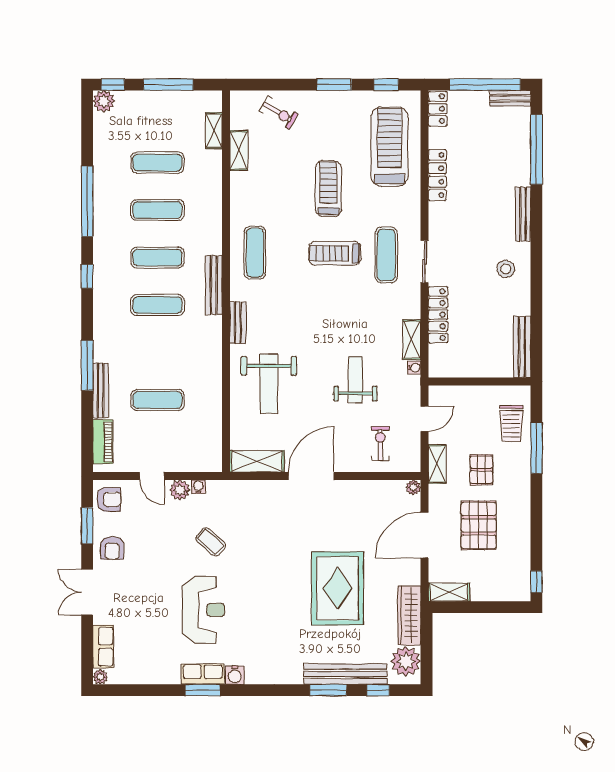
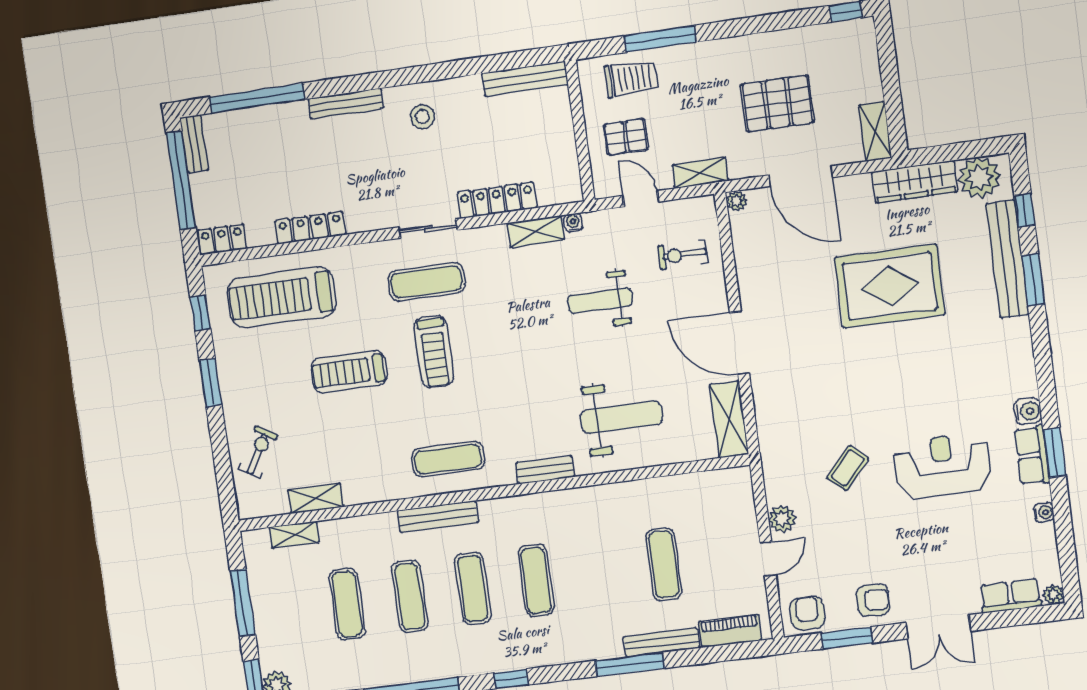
bench: (214, 285) -> (438, 516), moved
pallet: (481, 470) -> (626, 137), moved
water cooler: (198, 487) -> (1044, 512), moved, turned 180

